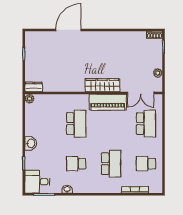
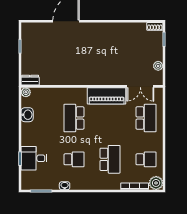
wardrobe: (102, 85) -> (101, 78), removed
school desk: (76, 124) -> (74, 118), turned 180
washbasin: (31, 143) -> (27, 115), moved
school desk: (76, 164) -> (74, 159), turned 180
school desk: (146, 164) -> (146, 159), turned 180
desk: (37, 182) -> (34, 158), moved
plant: (156, 187) -> (156, 183), added

